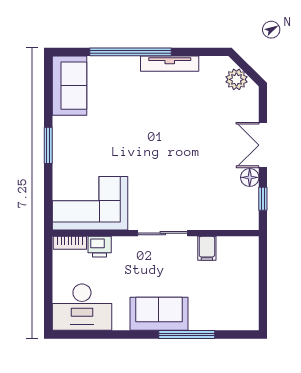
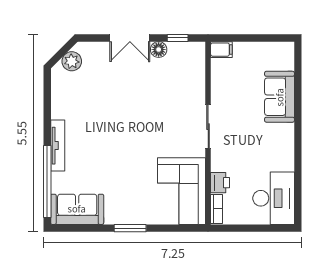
window: (130, 52) -> (47, 181), moved
tv unit: (170, 64) -> (58, 146), moved
filing cabinet: (207, 248) -> (221, 50), moved
sofa: (159, 314) -> (280, 97), moved
window: (187, 334) -> (298, 105), removed

